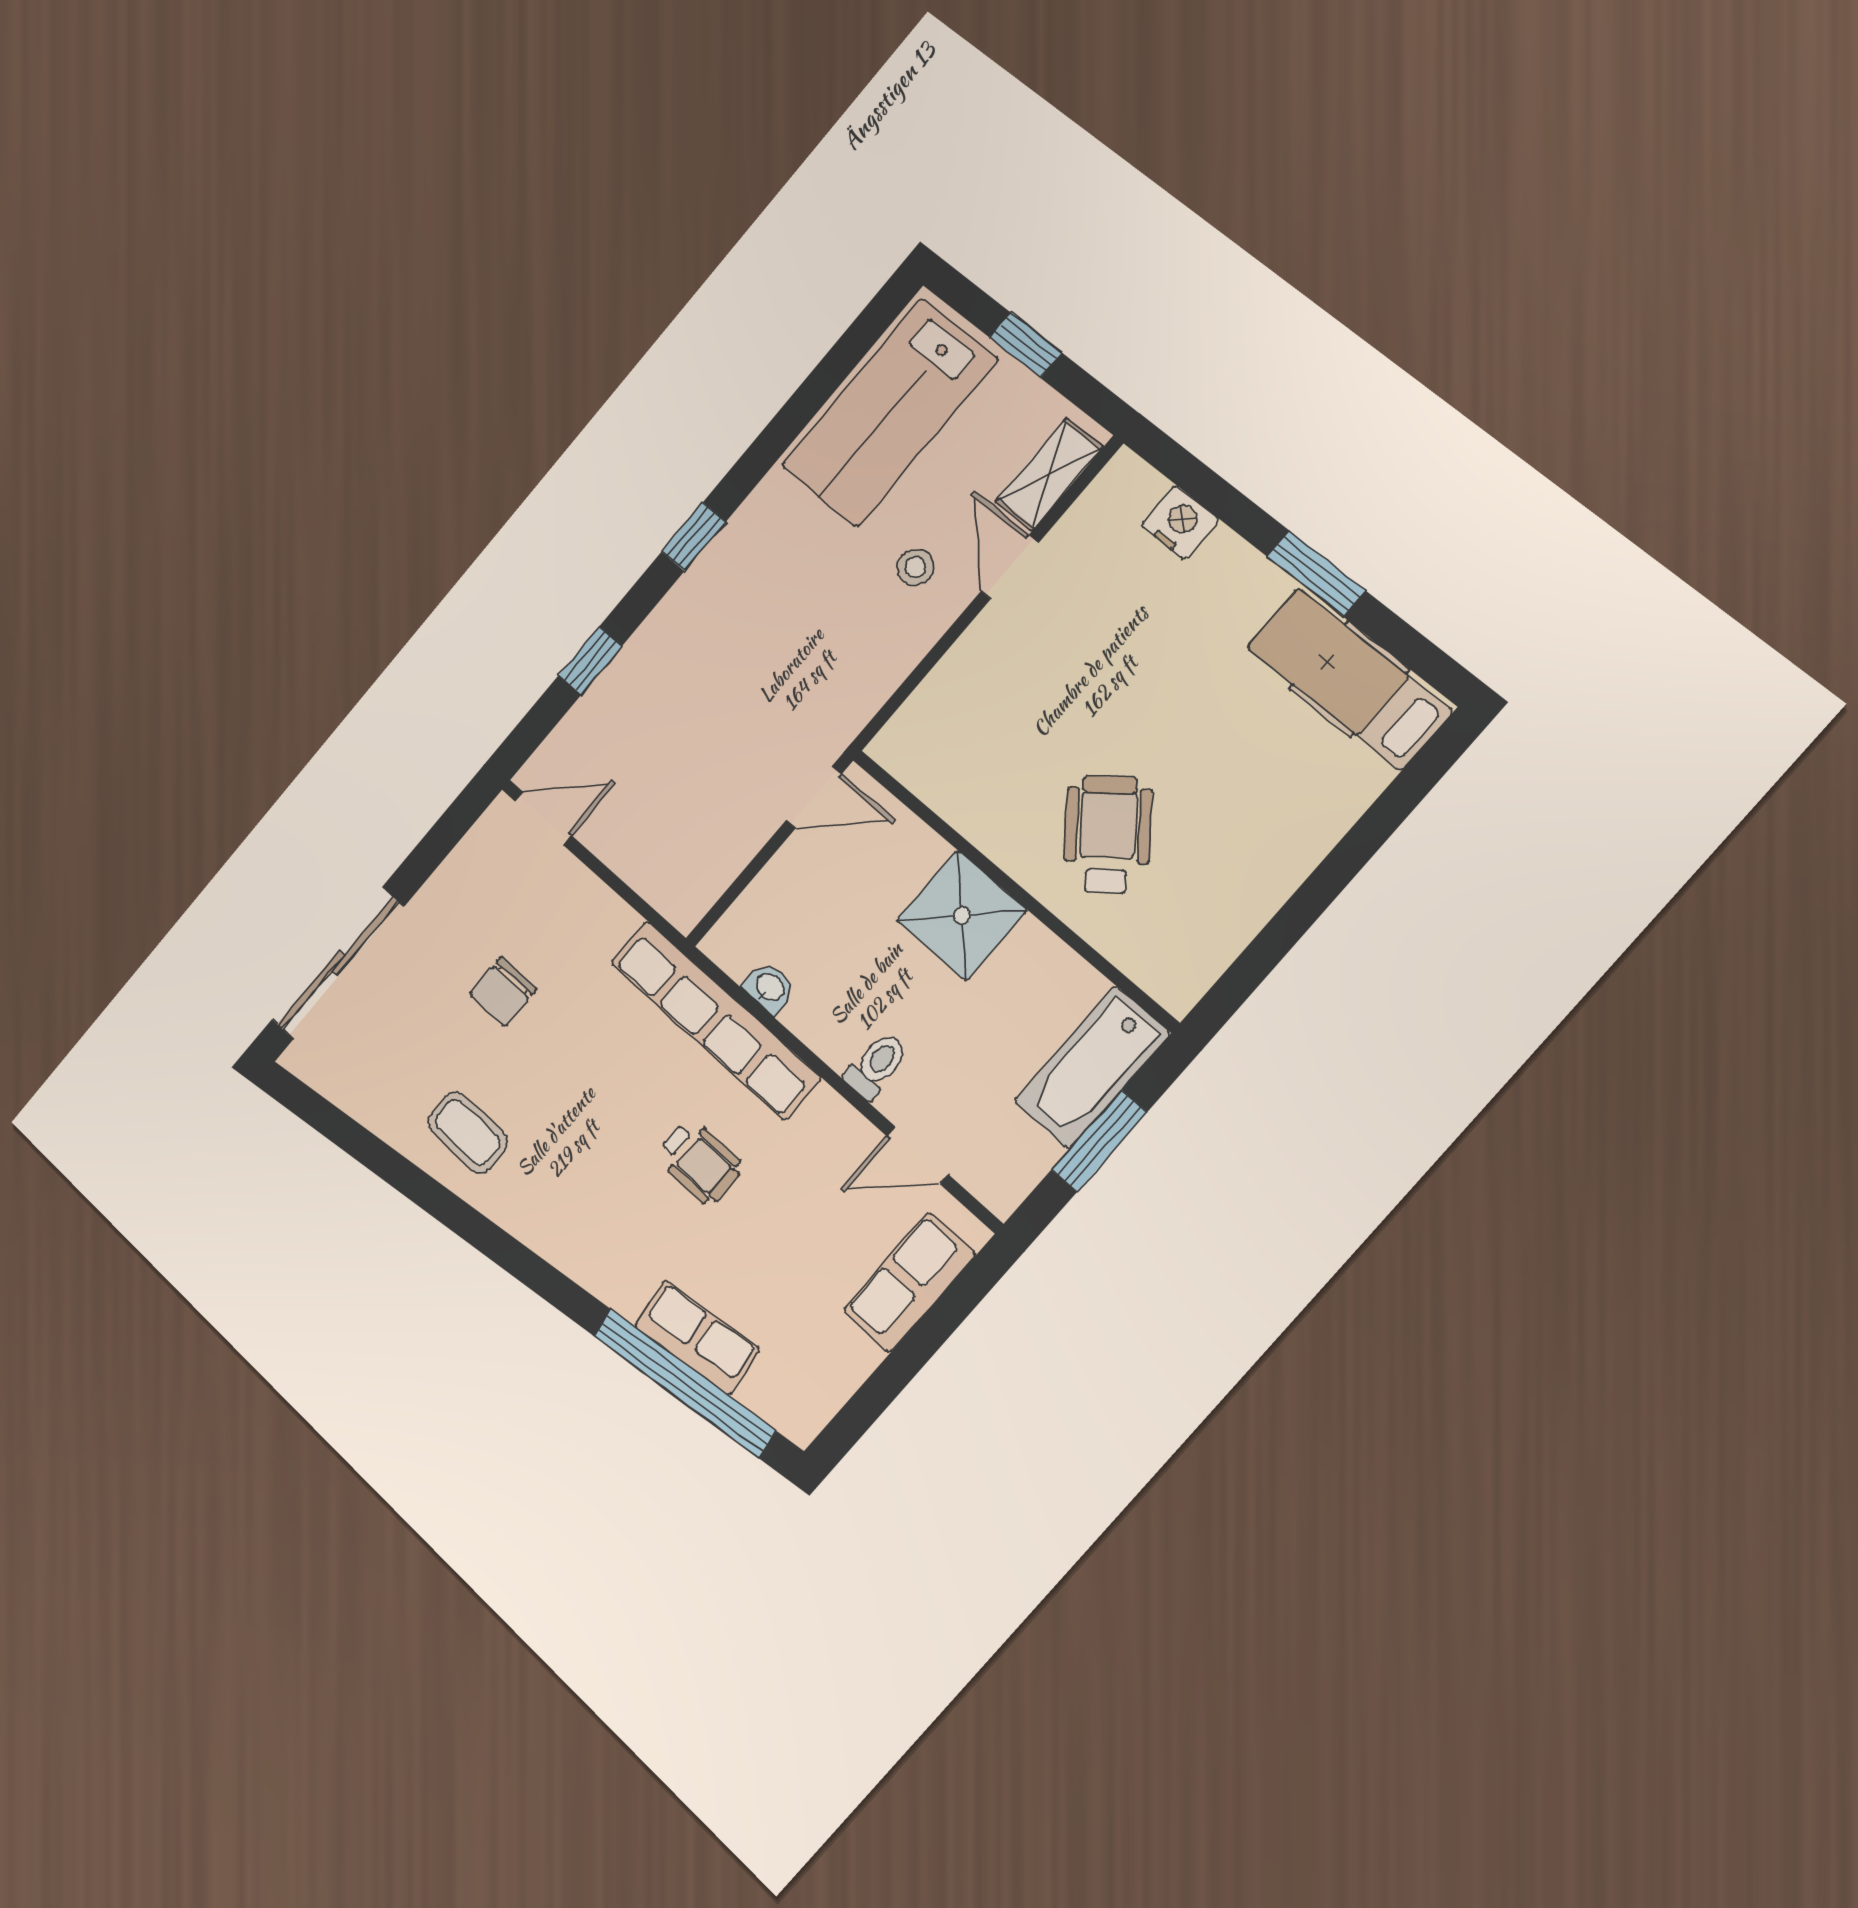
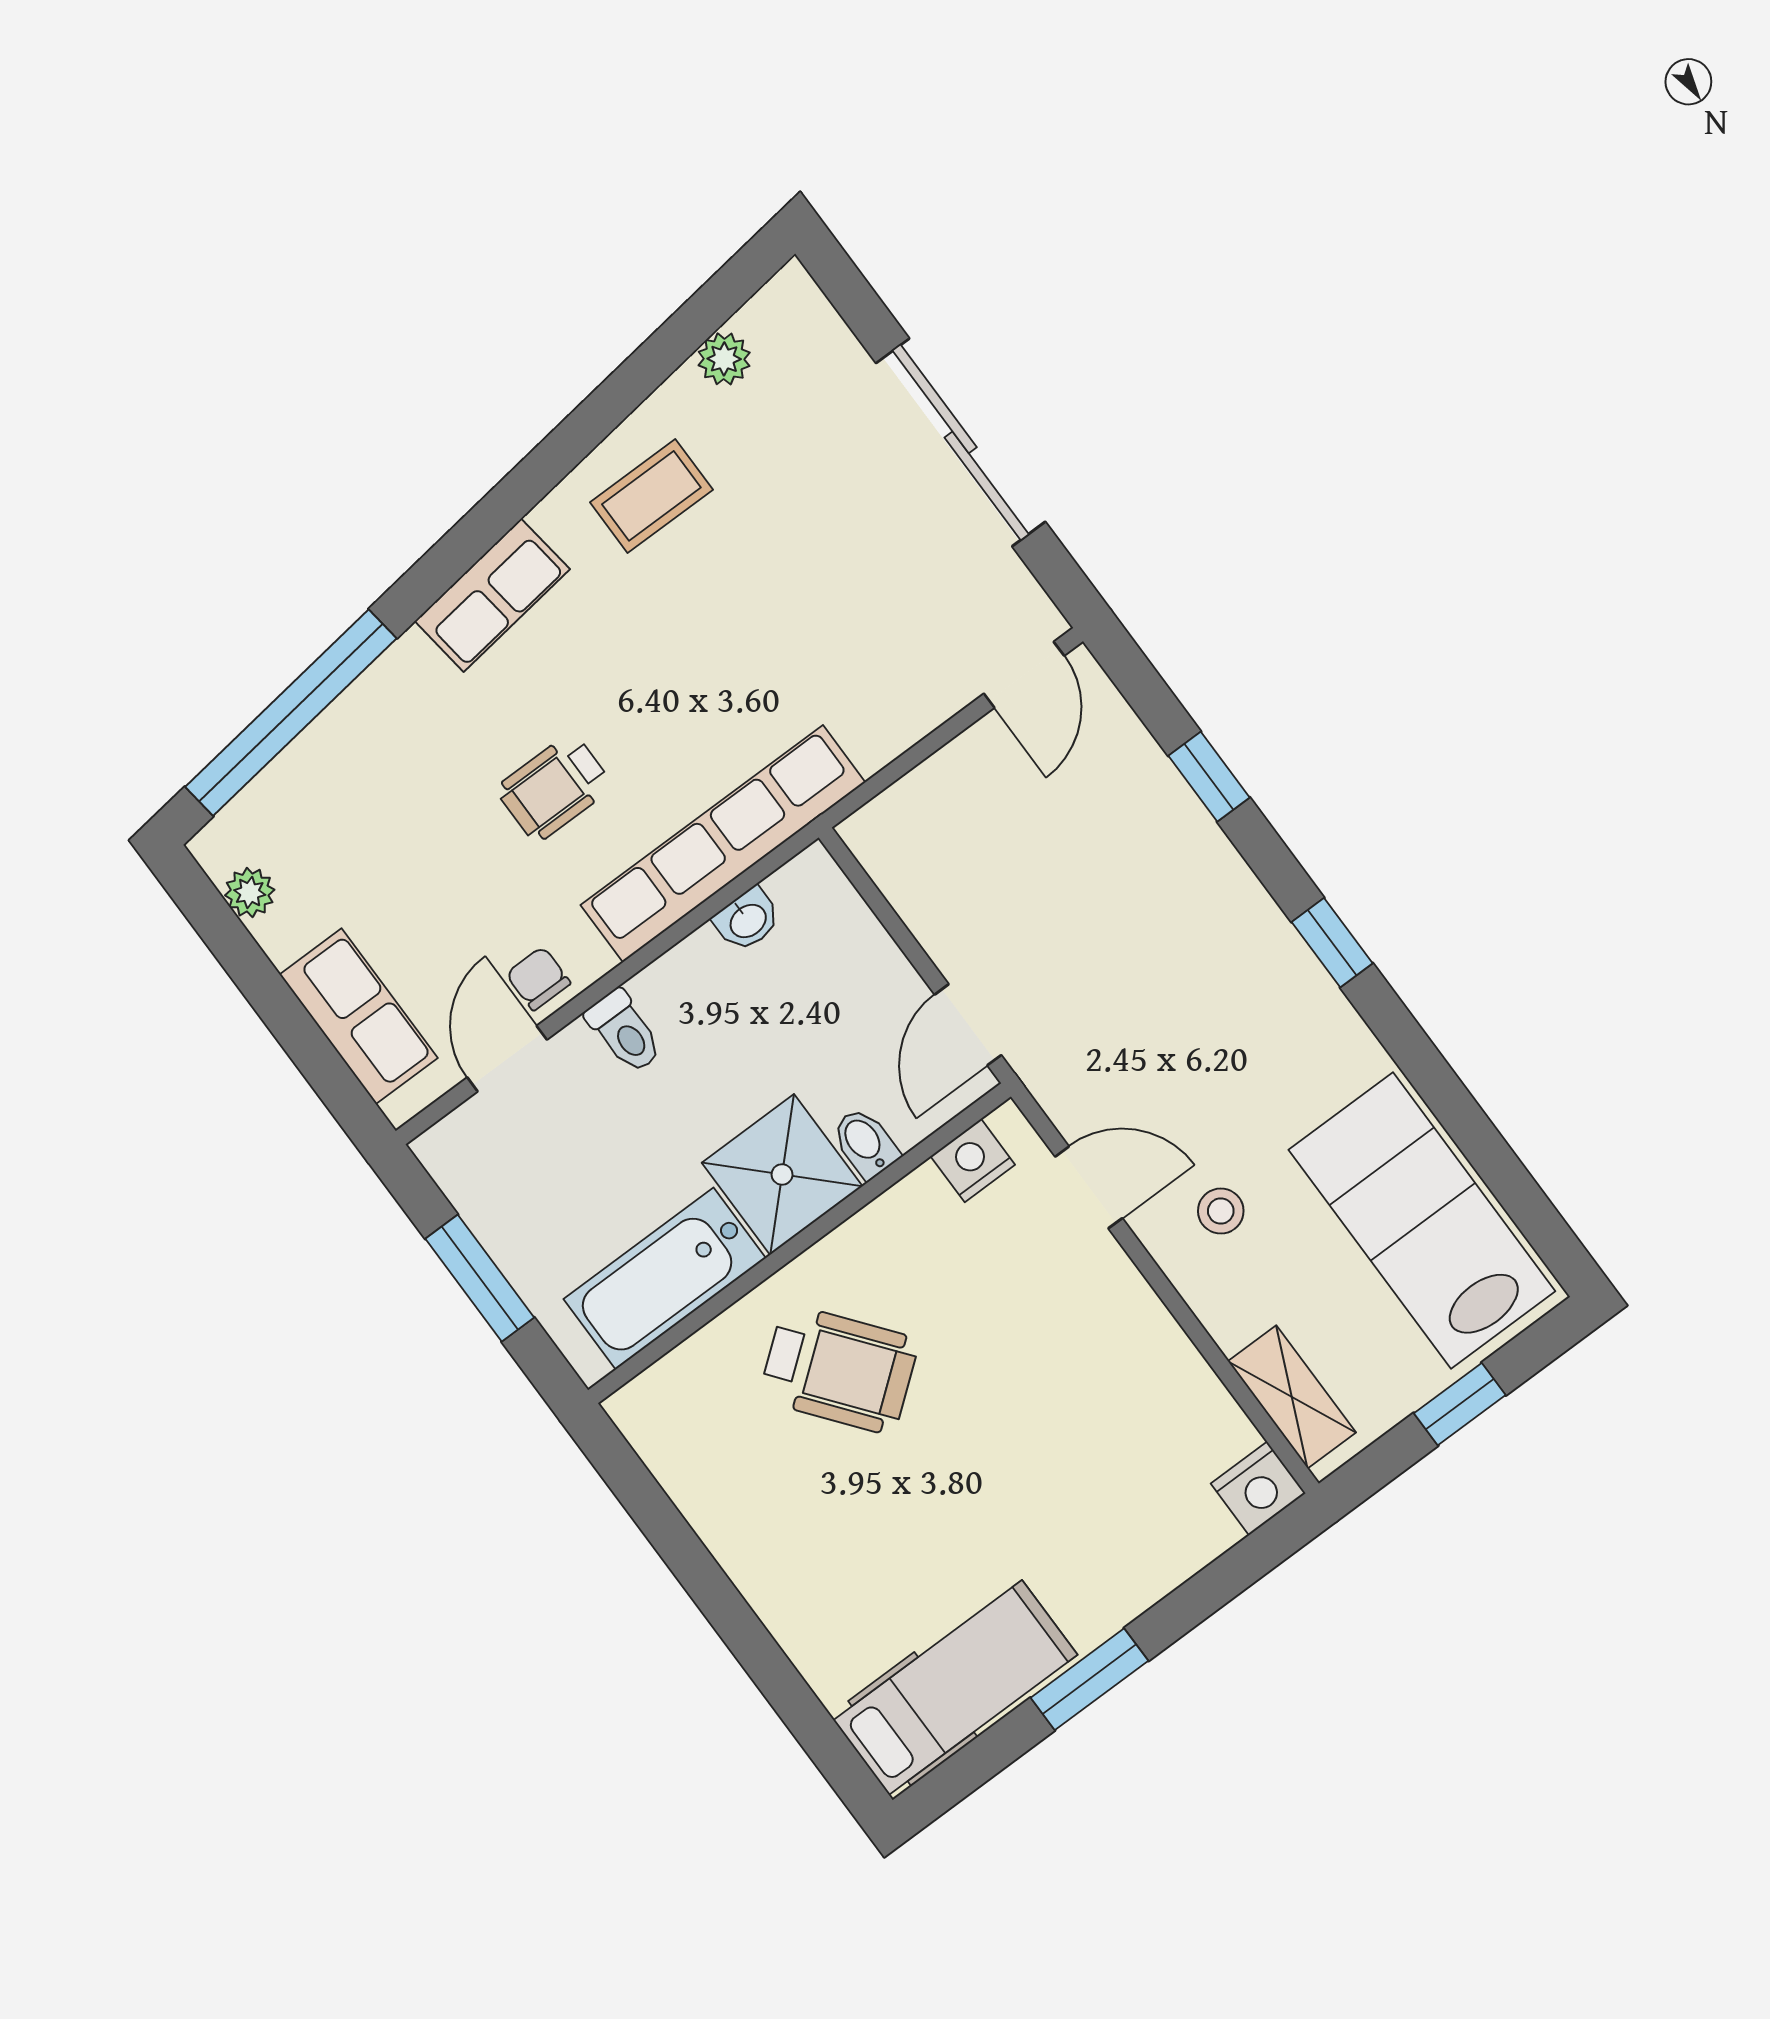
nightstand: (1180, 522) -> (1258, 1488), moved
door: (1010, 567) -> (1089, 1187), moved
nightstand: (918, 768) -> (973, 1160), added
bidet: (923, 856) -> (865, 1143), added
sliding door: (338, 963) -> (961, 442), moved
chair: (503, 992) -> (538, 979), moved, width x0.73, depth x0.73
bathtub: (1092, 1067) -> (665, 1279), moved, turned -90
plant: (359, 1098) -> (724, 359), added
row of seats: (697, 1338) -> (492, 595), moved
plant: (830, 1390) -> (250, 893), added

